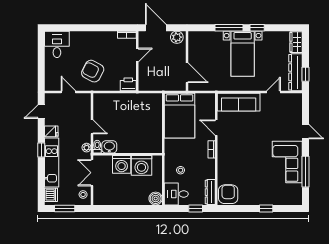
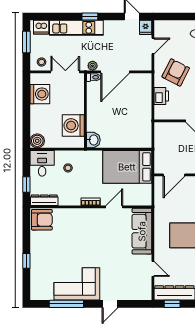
printer: (128, 84) -> (161, 96), moved
door: (92, 127) -> (115, 72), width x1.88
fridge: (51, 131) -> (146, 27), moved
washbasin: (109, 147) -> (93, 140), moved
washing machine: (122, 164) -> (40, 94), moved, turned 180

